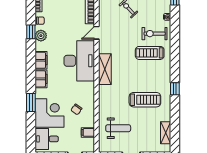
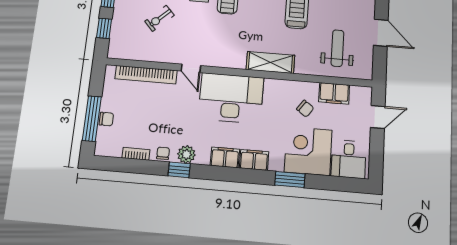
shelving: (105, 69) -> (270, 62), moved
filing cabinet: (88, 132) -> (334, 93), width x2.00

